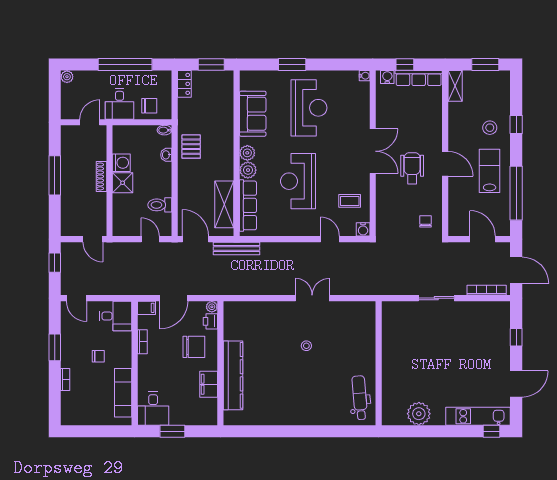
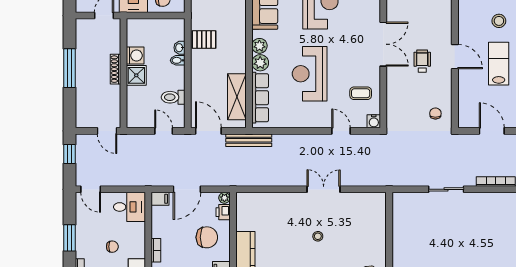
bidet: (164, 130) -> (178, 60), moved
pallet: (191, 147) -> (204, 40), turned 90
wheelchair: (412, 168) -> (422, 61), width x0.73, depth x0.73
bookcase: (142, 342) -> (156, 250), moved

